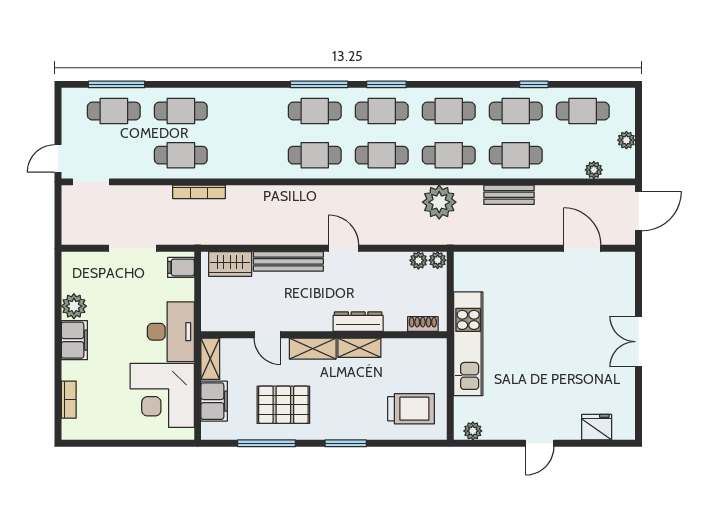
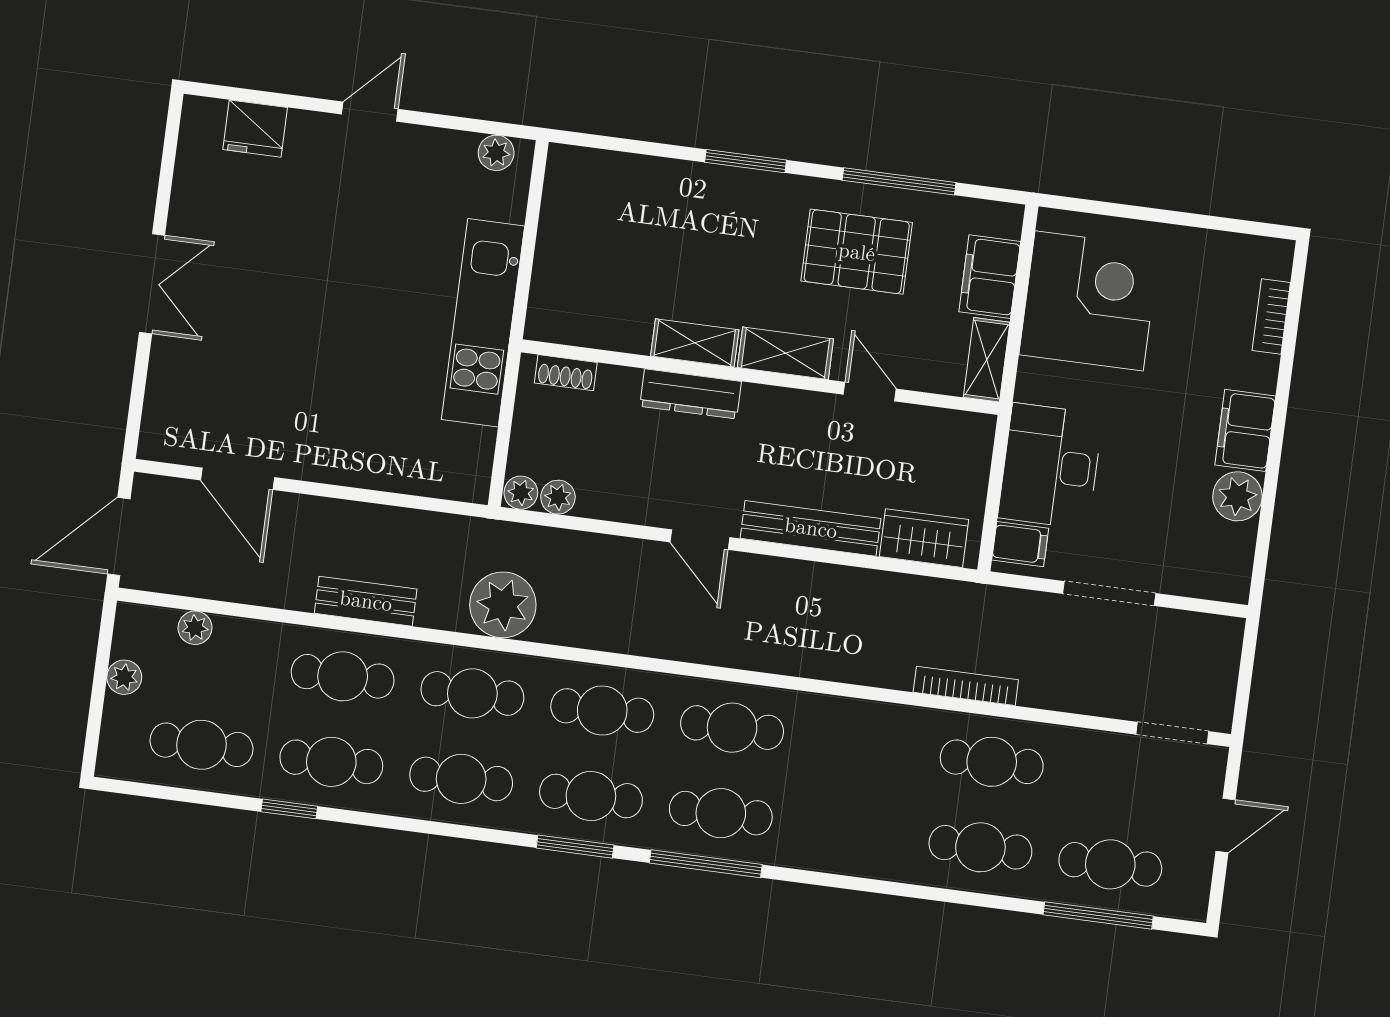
door: (58, 158) -> (1226, 825), moved
desk: (171, 332) -> (1050, 466), moved
trolley: (411, 409) -> (610, 212), removed

